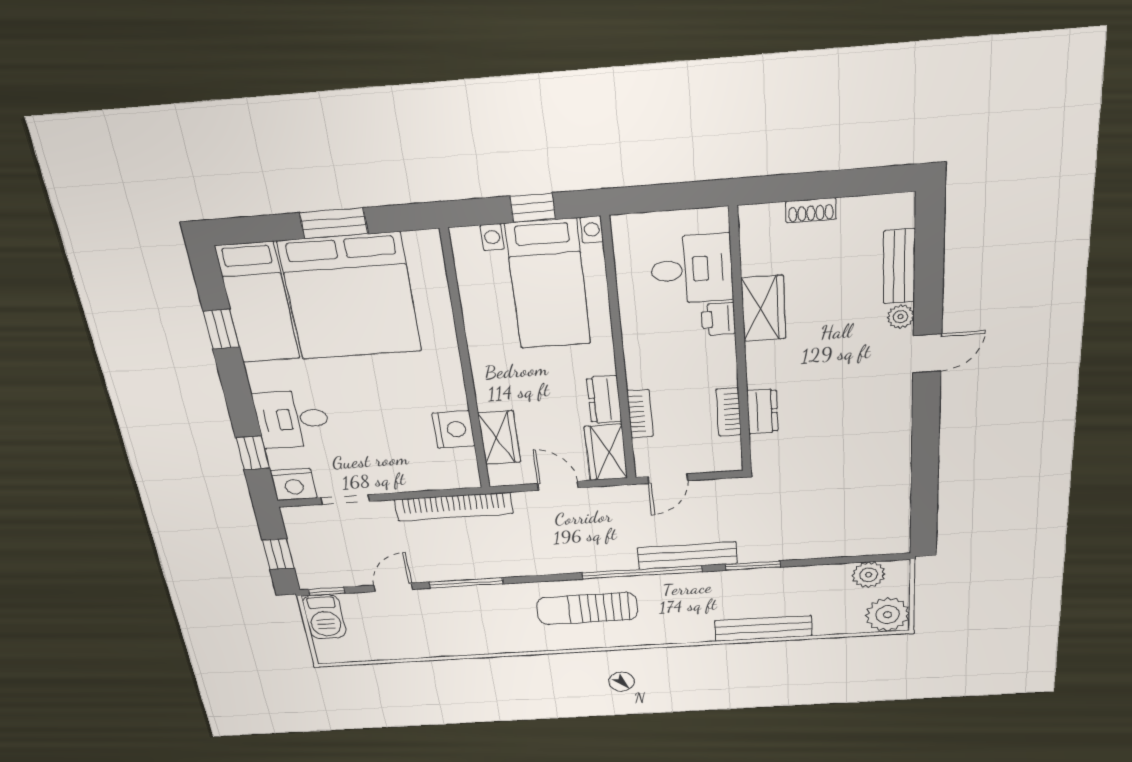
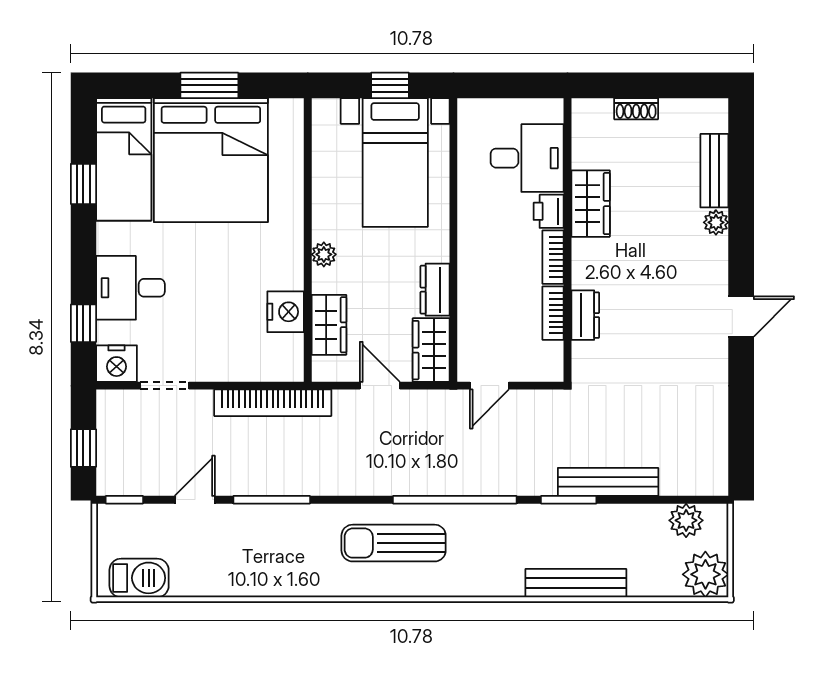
door: (927, 353) -> (741, 316), moved
plant: (484, 376) -> (324, 254), added
bookcase: (640, 414) -> (553, 257), moved, turned 180
bench: (687, 556) -> (608, 482), moved
barbecue: (324, 617) -> (139, 578), moved, turned -90

